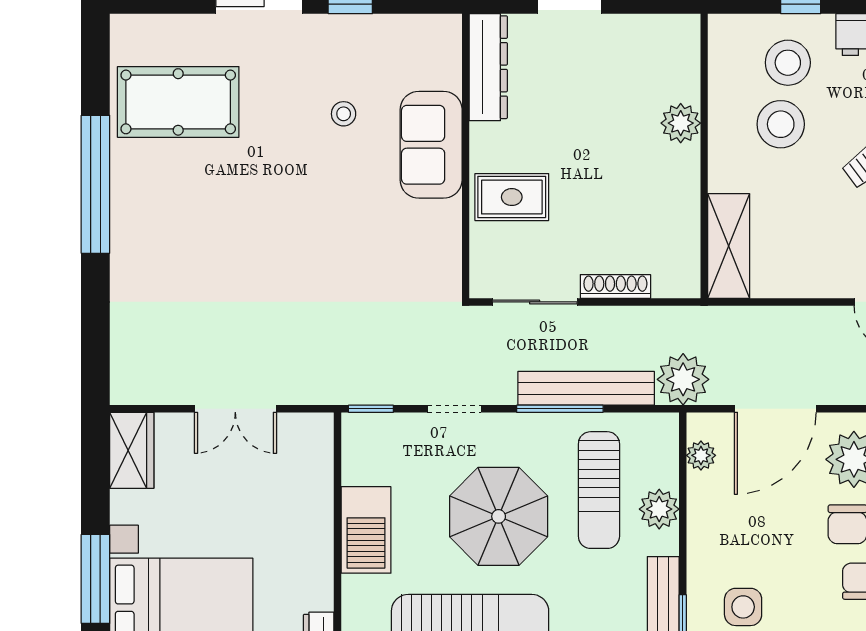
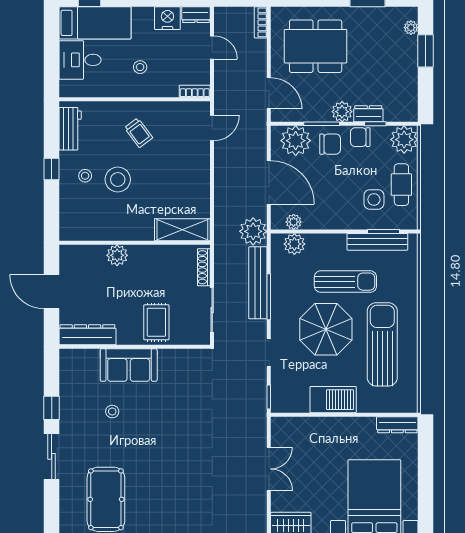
stool: (788, 63) -> (85, 176), width x0.53, depth x0.53
plant: (681, 123) -> (117, 255), moved
wall: (704, 156) -> (135, 243), moved
shelving: (729, 246) -> (182, 230), moved
sun lounger: (599, 490) -> (345, 282), moved
plant: (659, 509) -> (294, 244), moved

